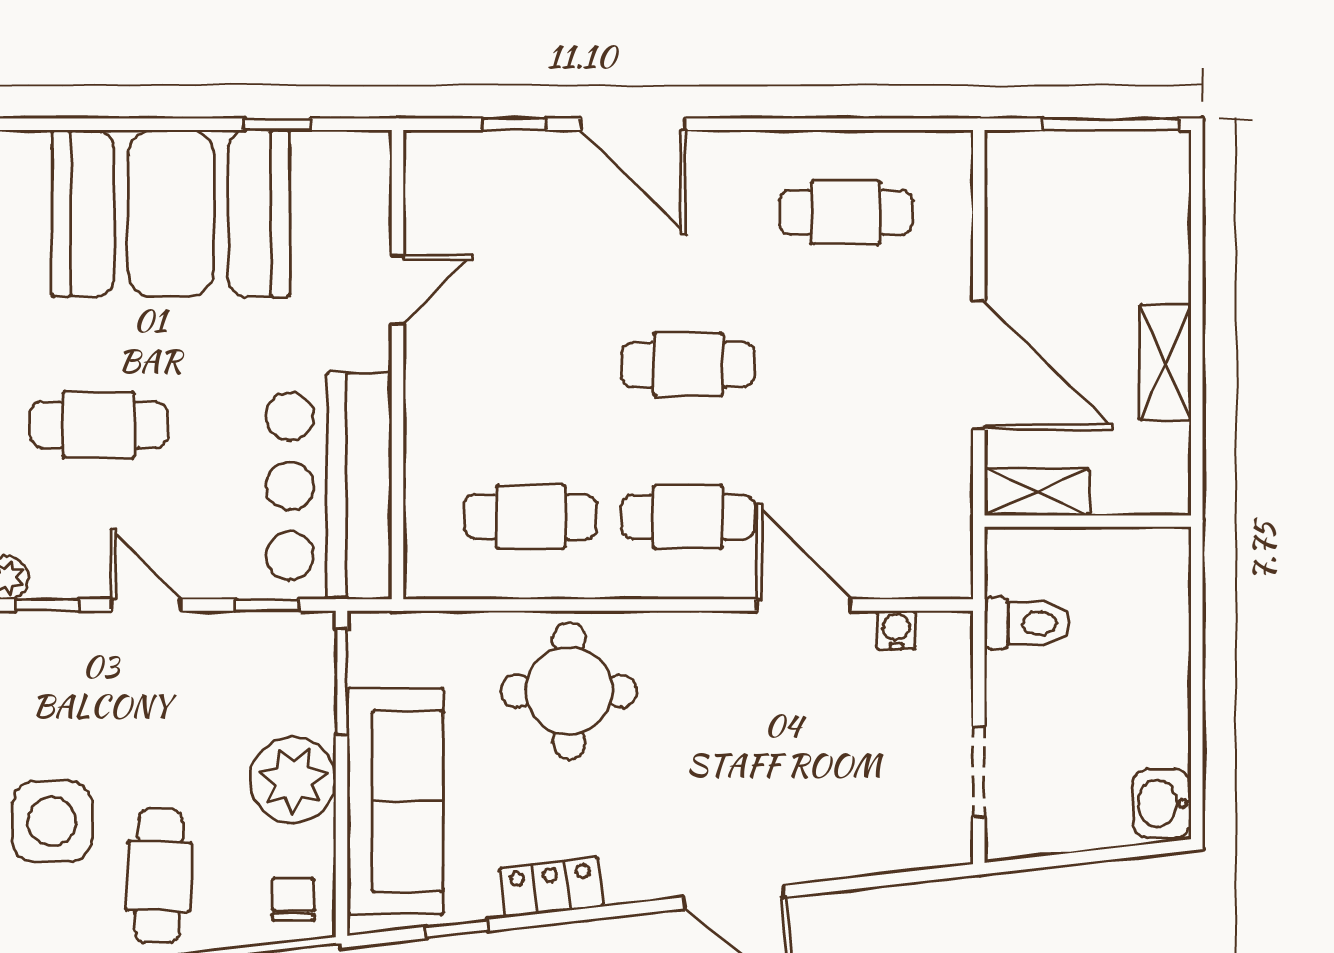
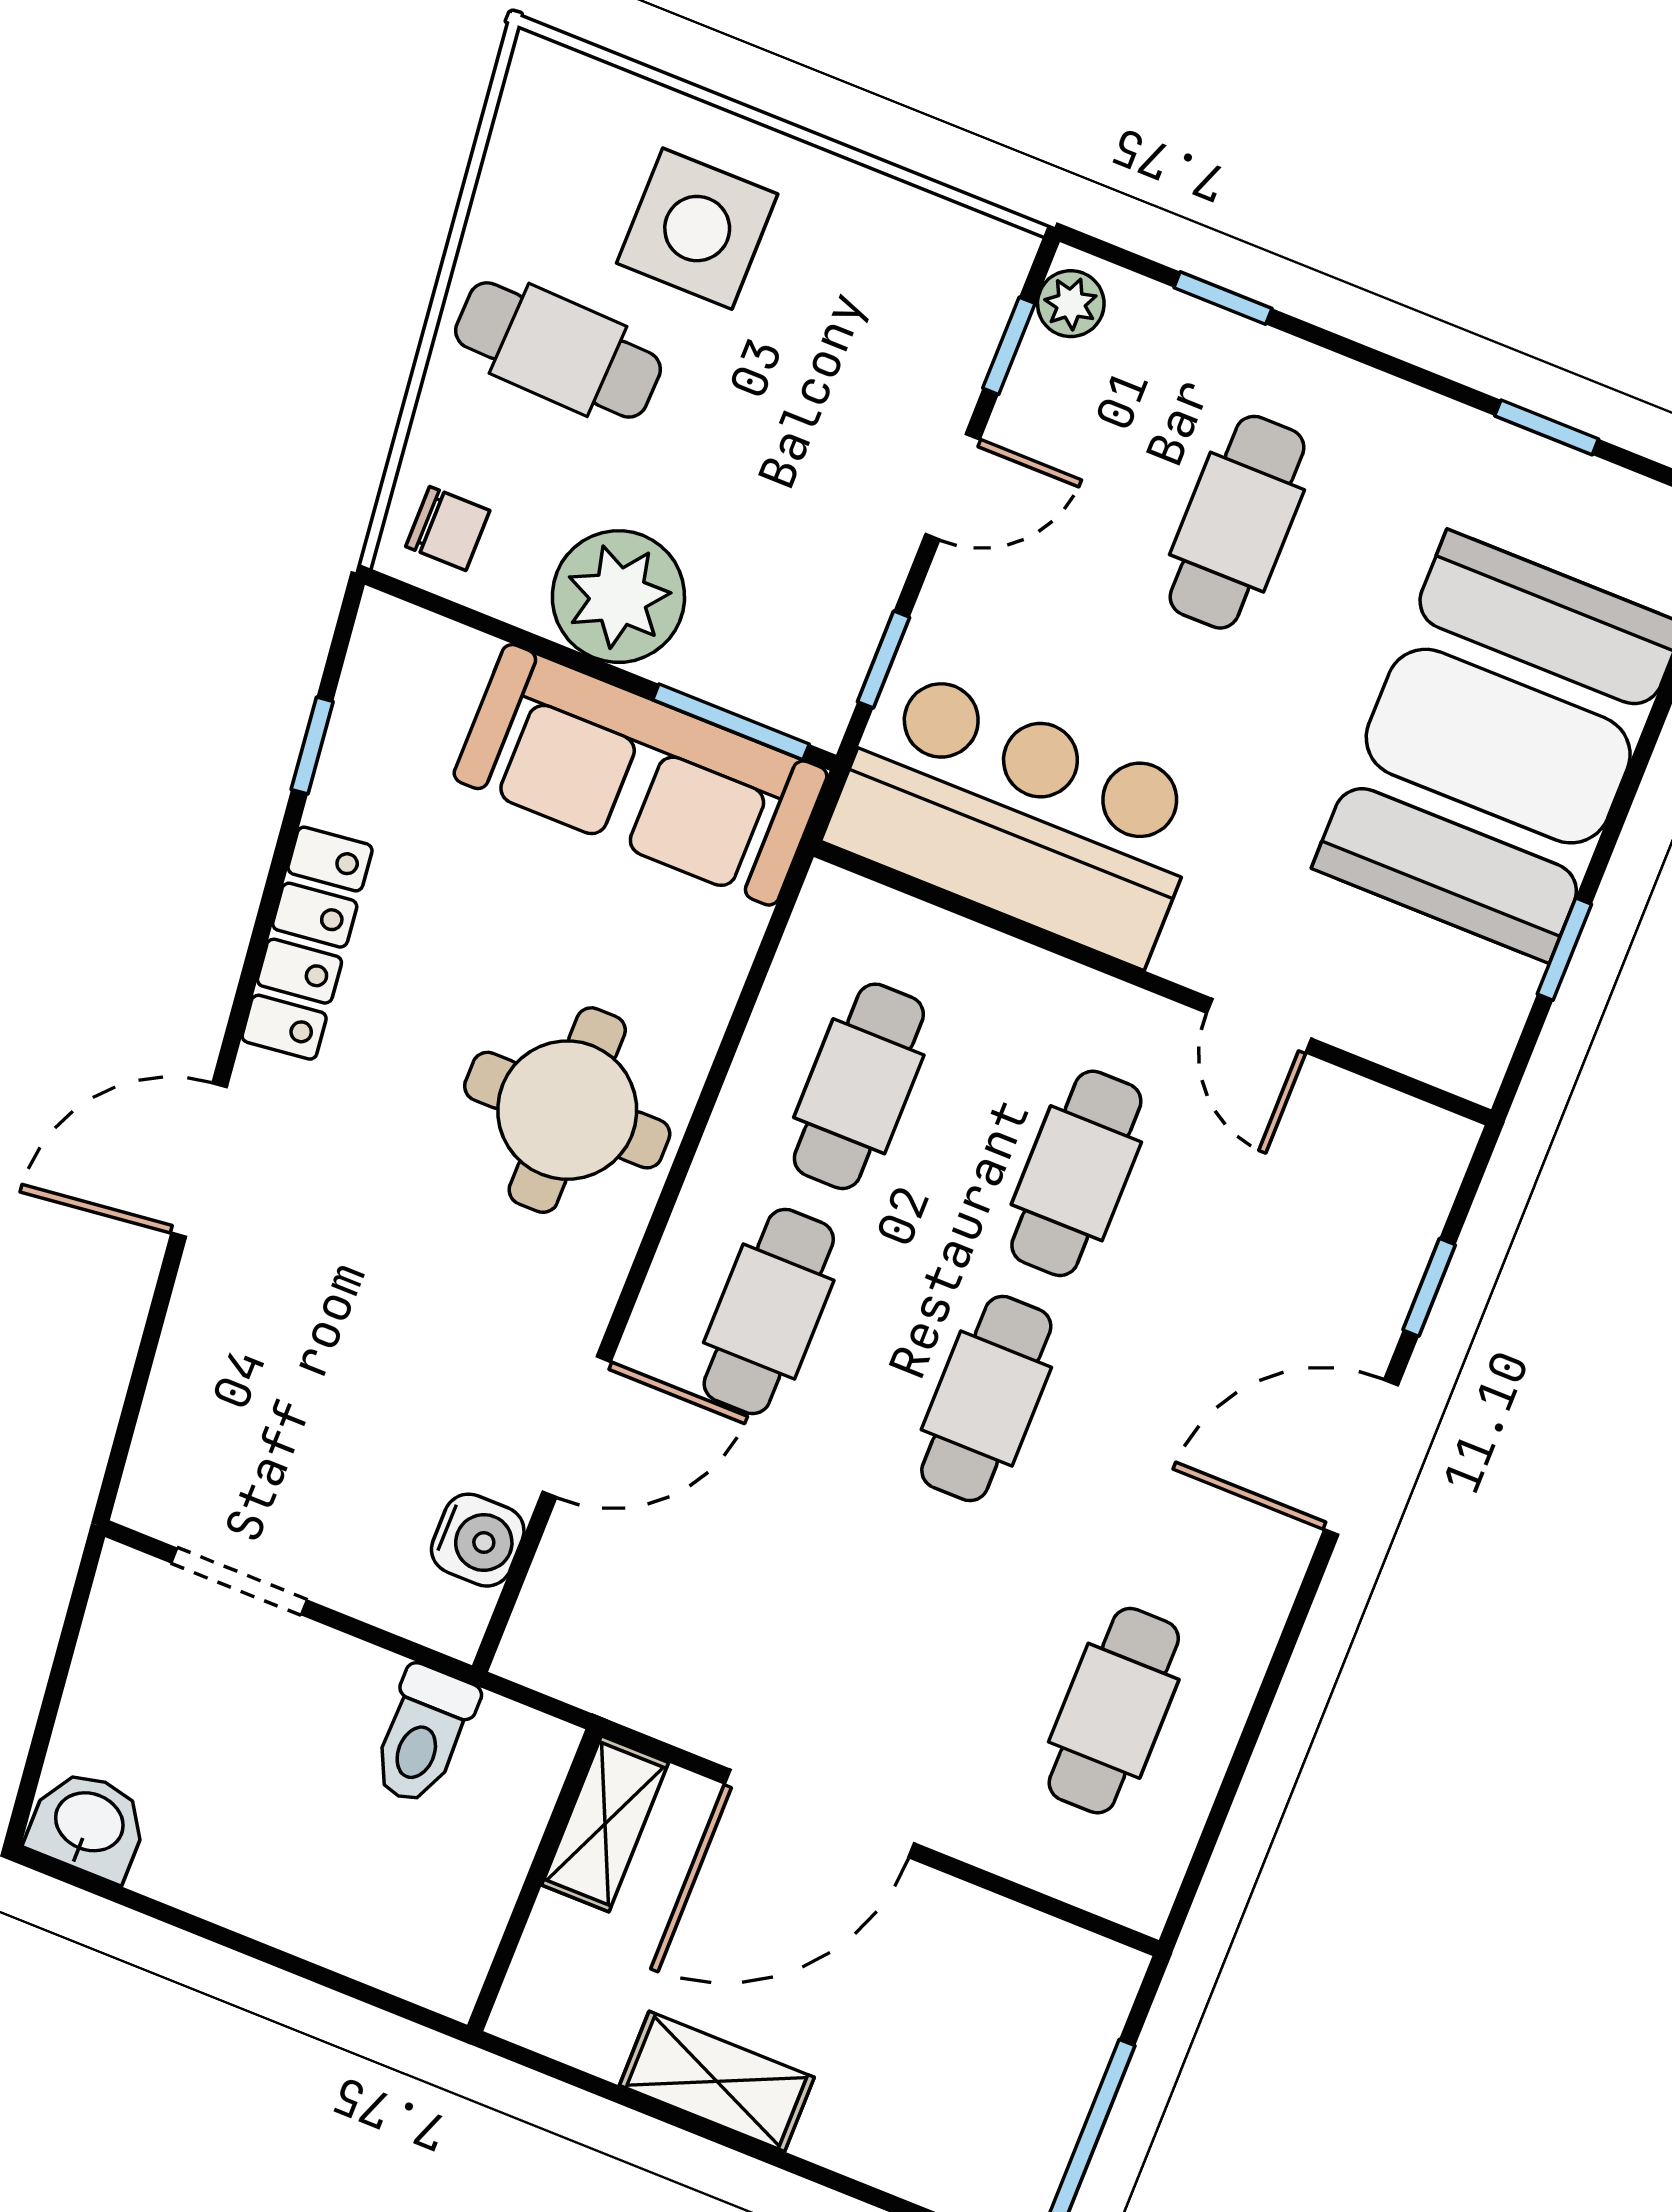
cafe table: (531, 365) -> (1076, 1173), added
water cooler: (896, 630) -> (478, 1540), width x1.38, depth x1.38
round table: (569, 691) -> (567, 1110), moved
sofa: (395, 801) -> (641, 775), moved
locker: (551, 887) -> (307, 943), width x1.53

